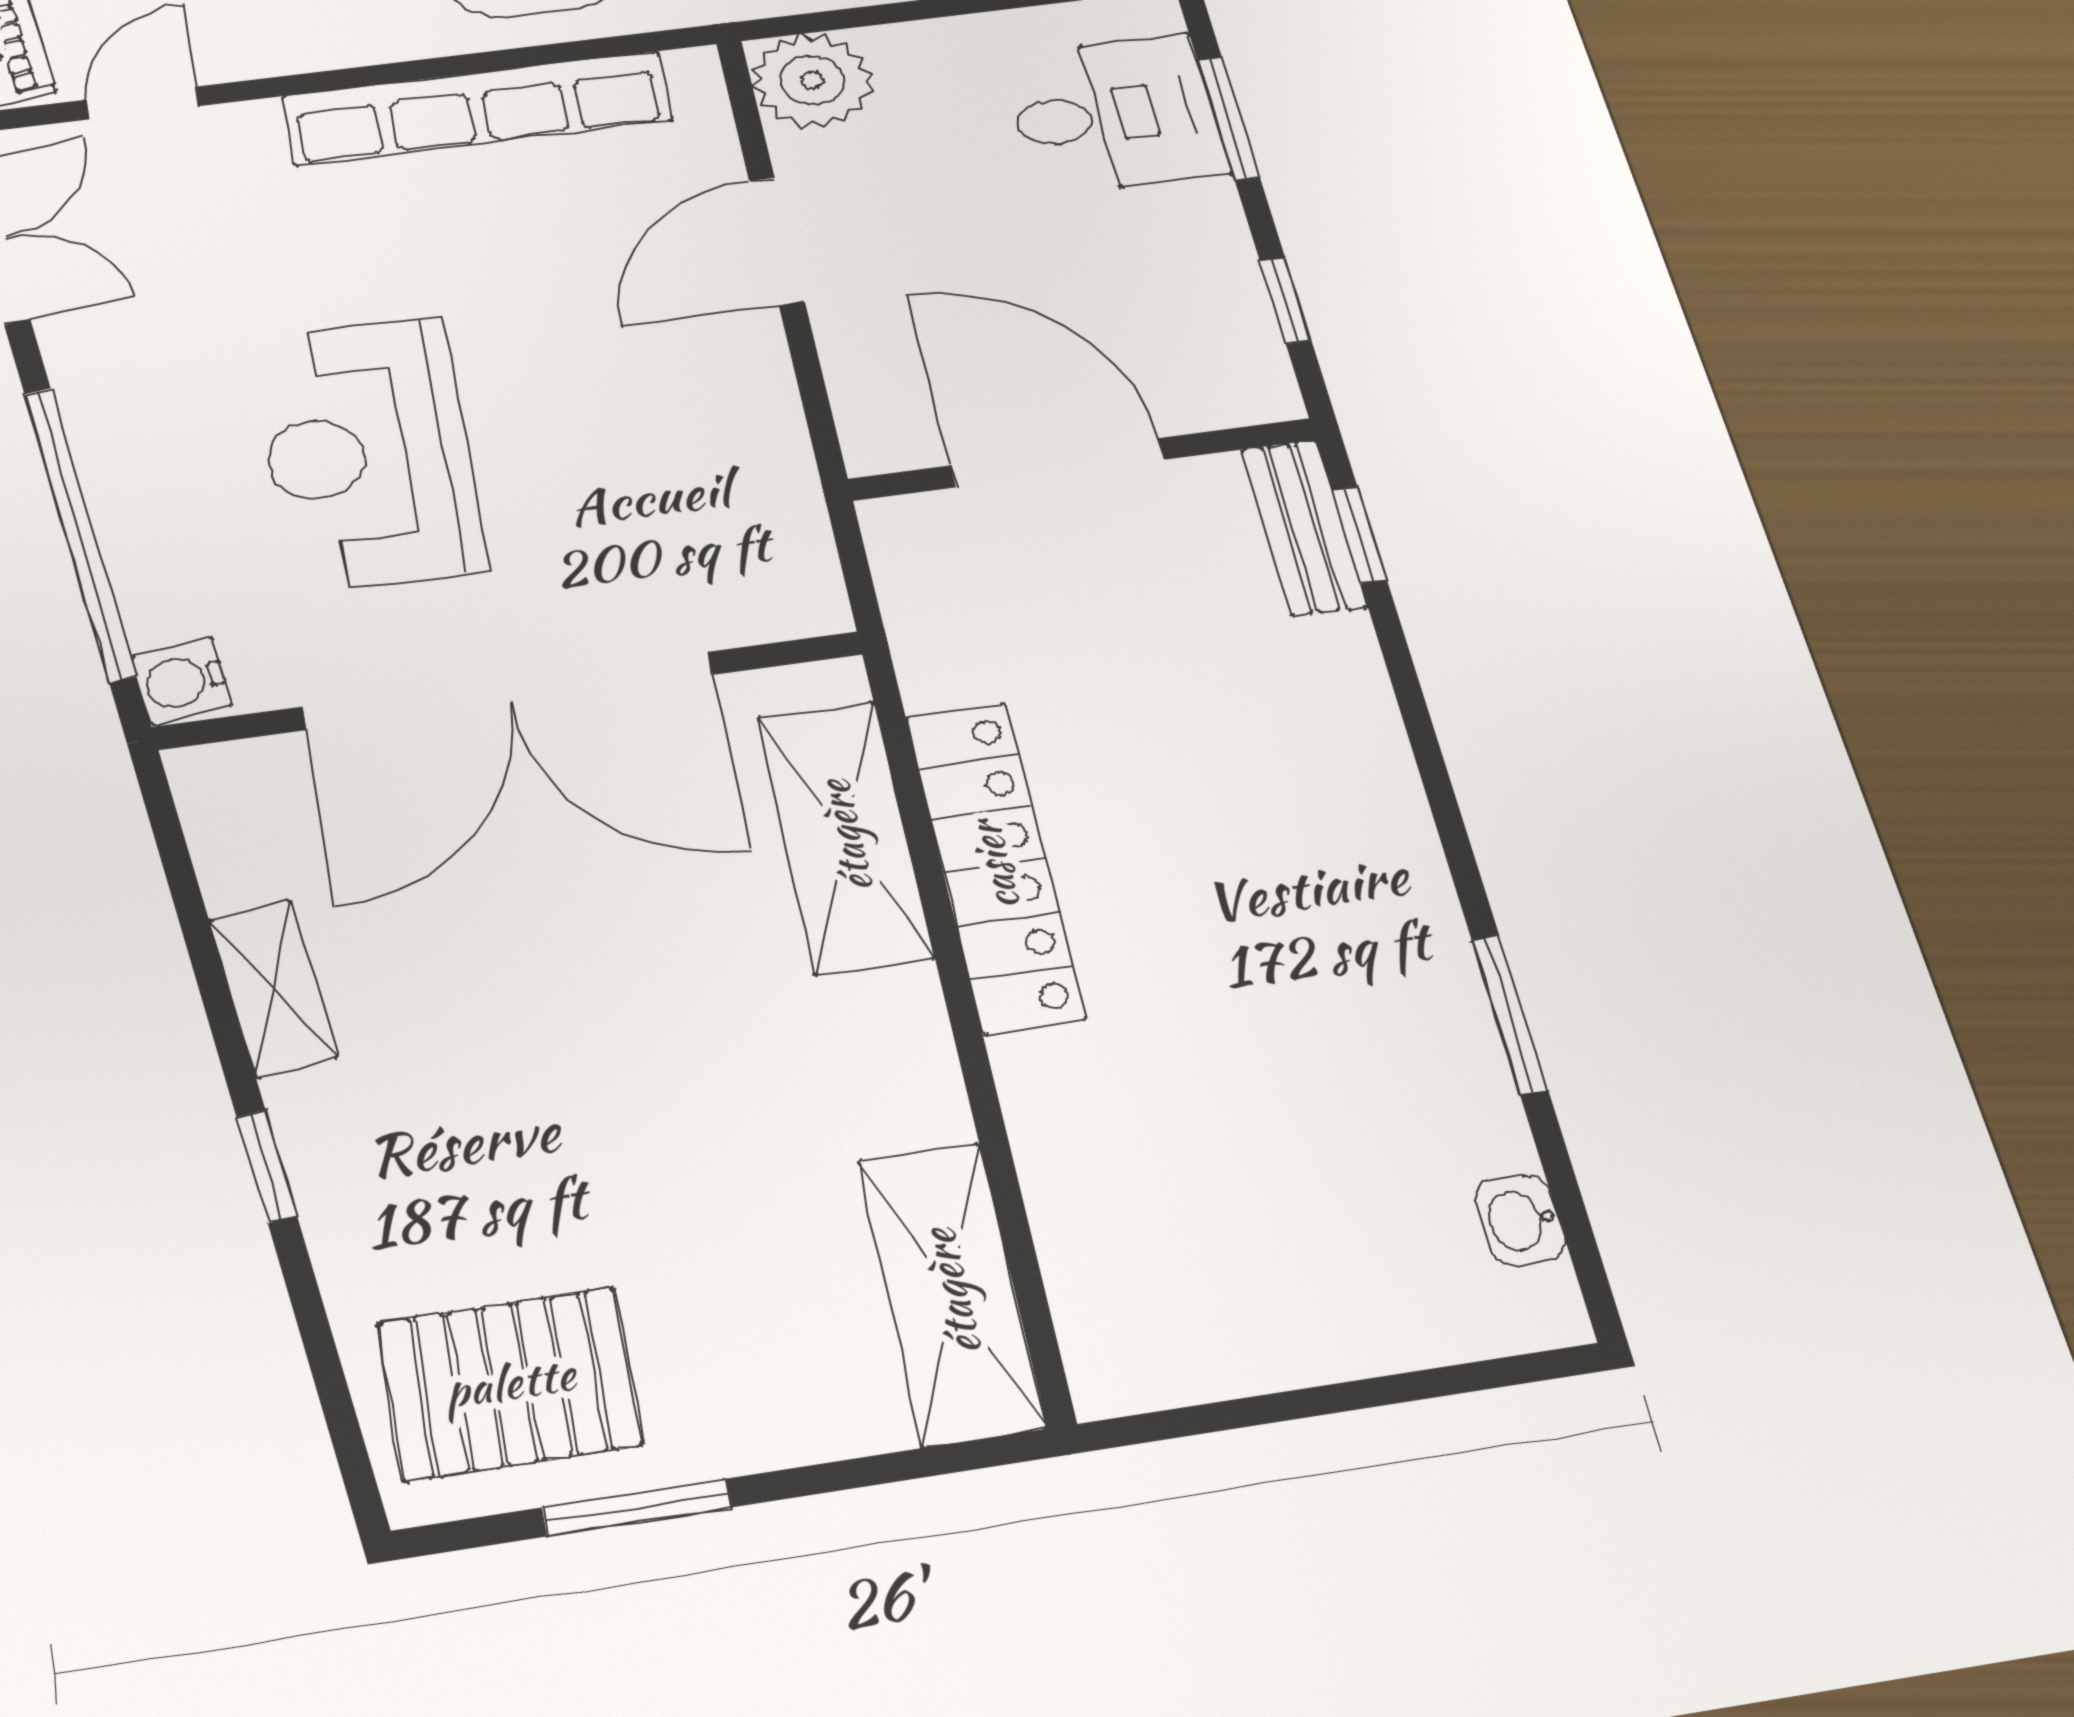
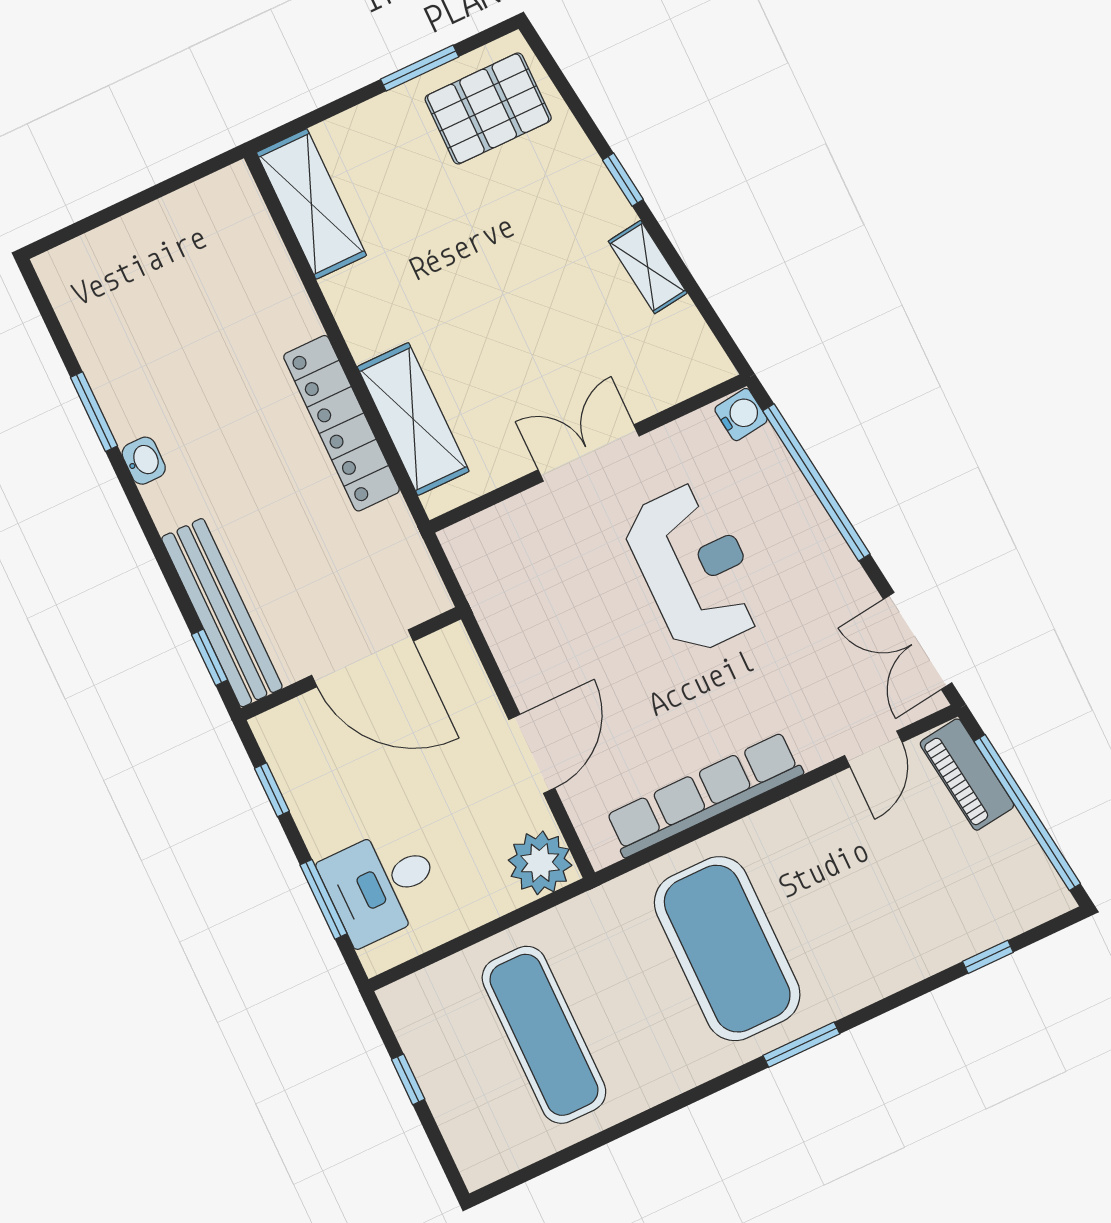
bench: (1304, 527) -> (222, 613), width x1.86, depth x1.21
double door: (508, 691) -> (589, 453), width x0.54
washbasin: (1520, 1220) -> (144, 461), moved

